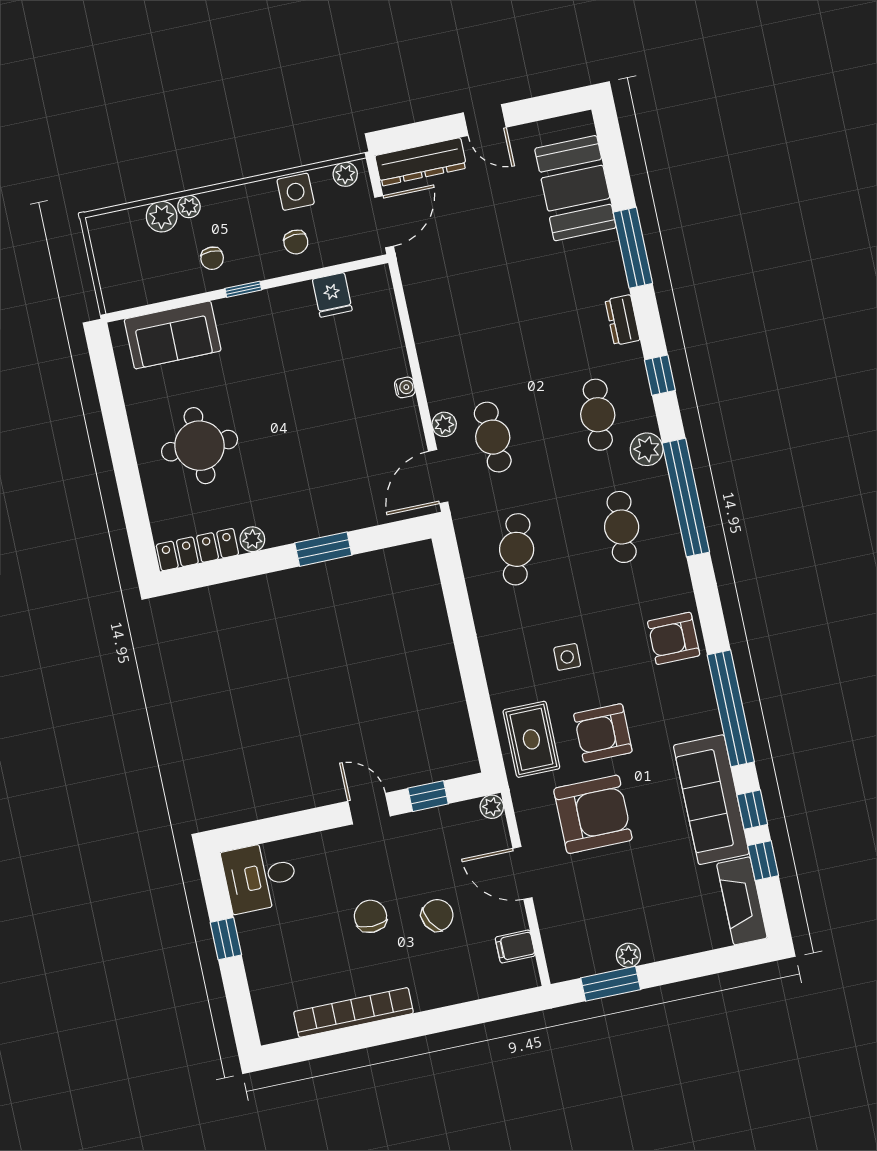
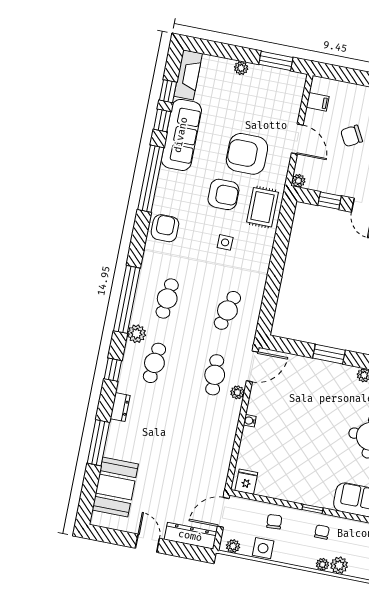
fridge: (332, 295) -> (246, 482), moved
armchair: (674, 638) -> (165, 228), turned -90
plant: (628, 955) -> (241, 68), moved

